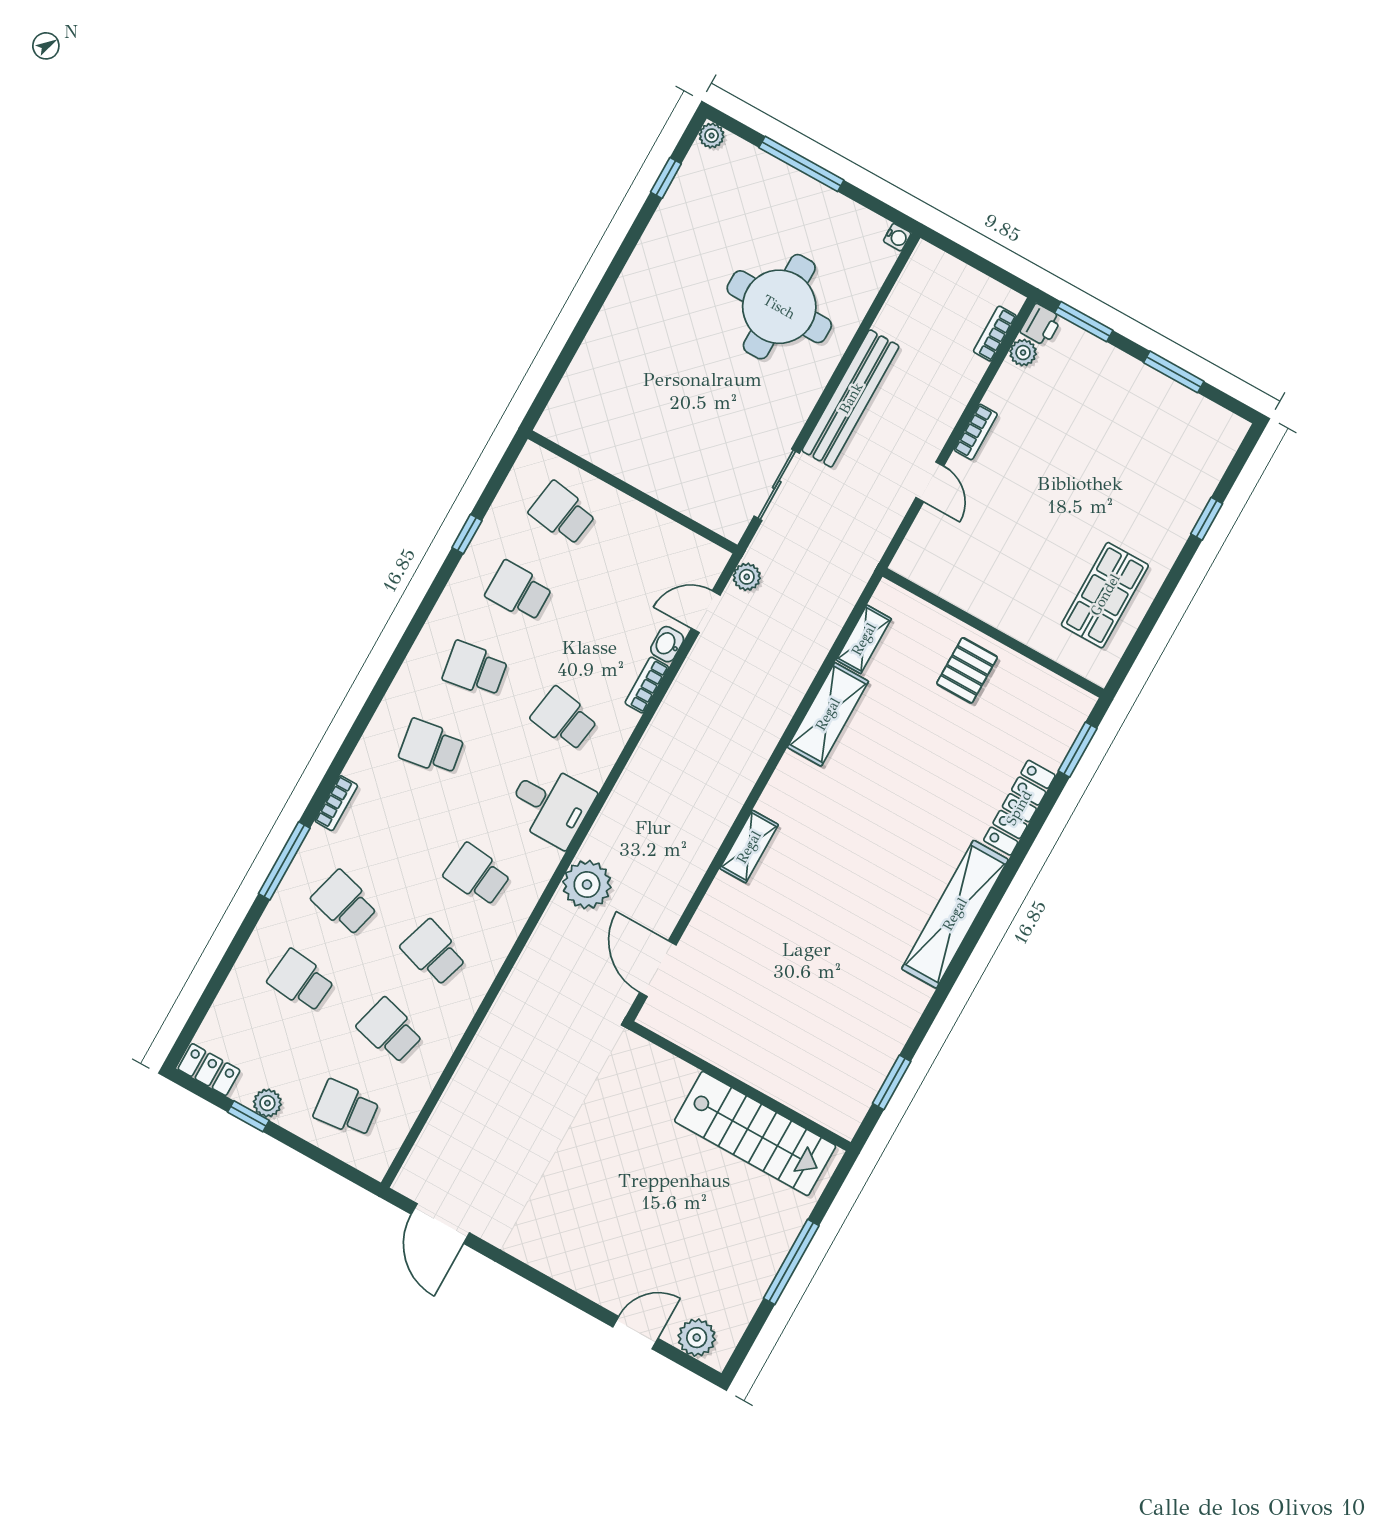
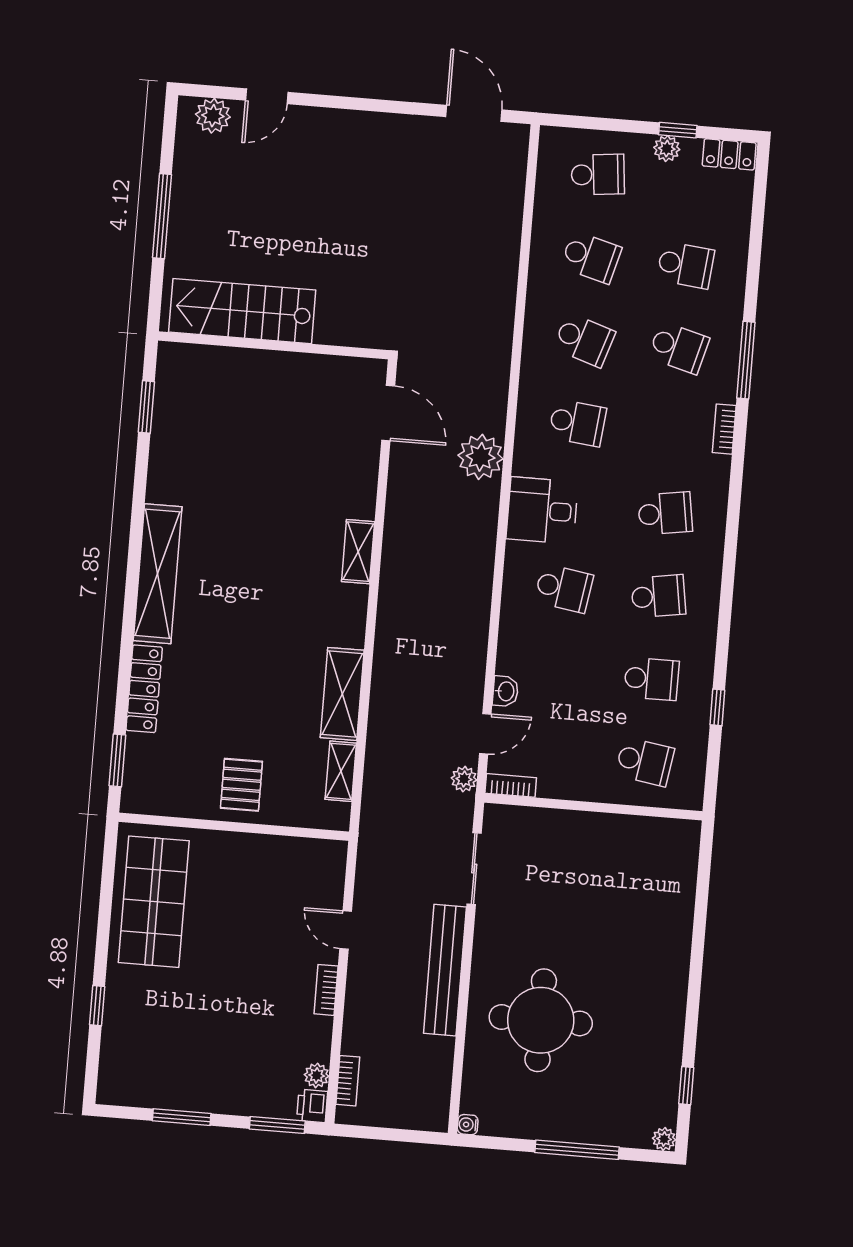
shop shelf: (1105, 595) -> (154, 902), width x1.43, depth x1.36
bookcase: (647, 685) -> (511, 785), moved, turned -90

